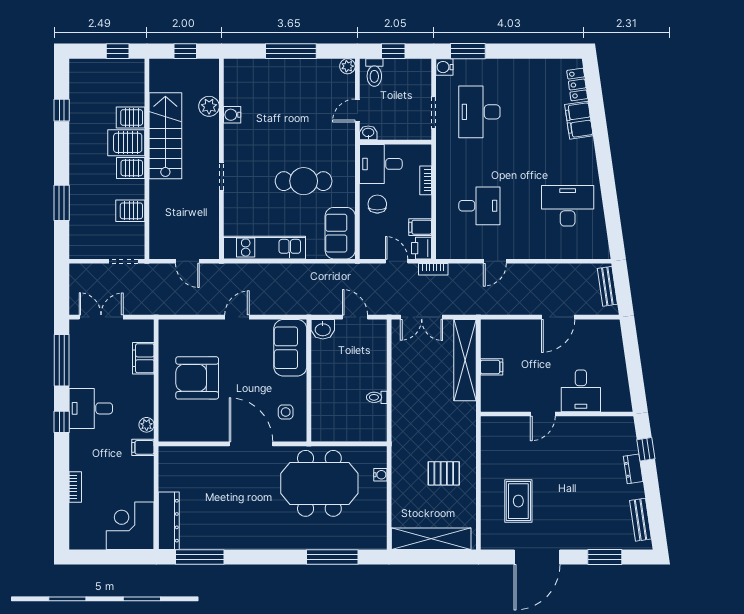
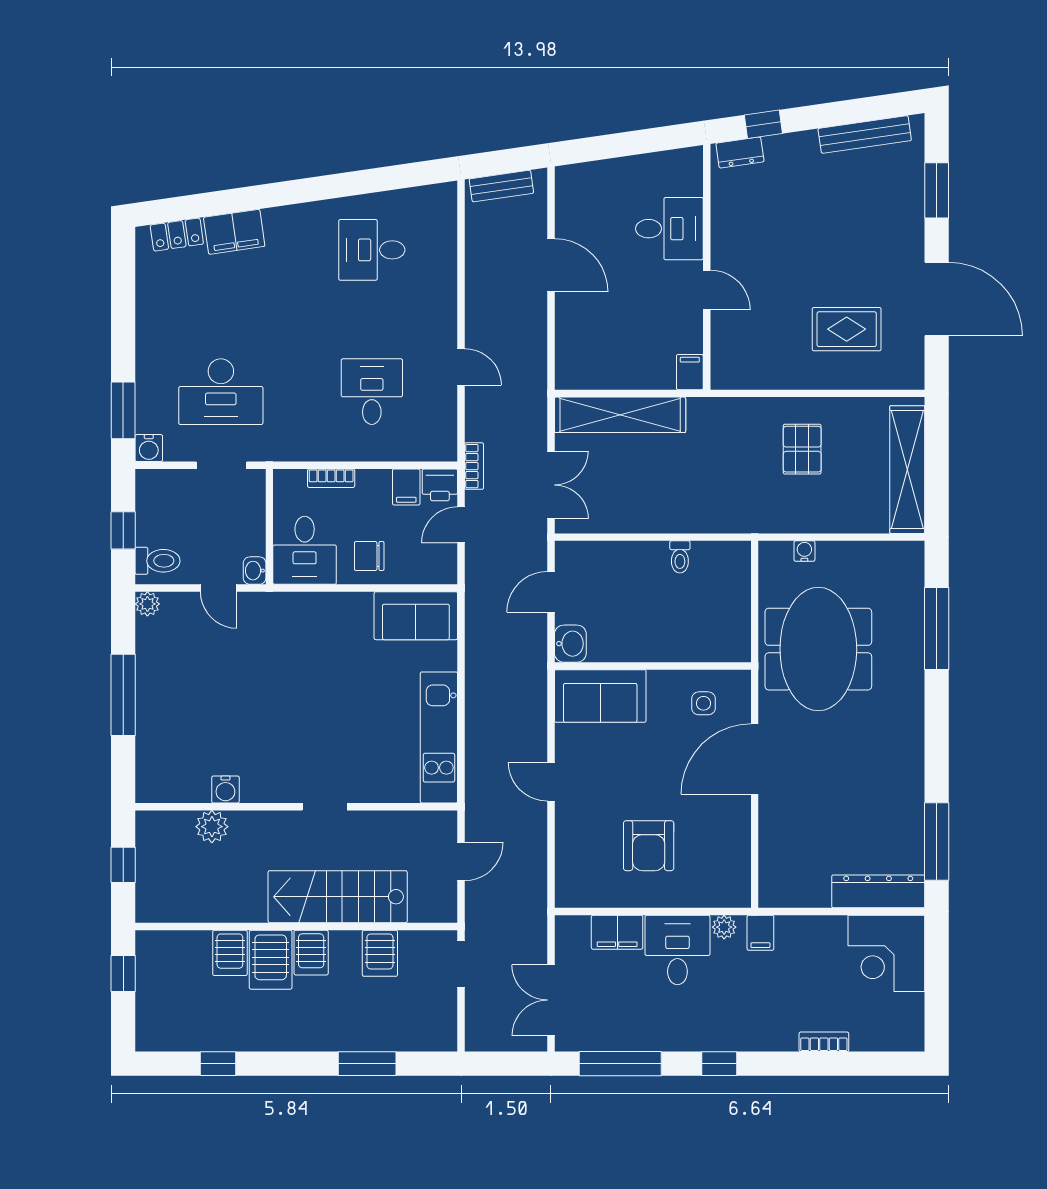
stairs: (165, 136) -> (338, 897), moved
cafe table: (304, 181) -> (332, 675), removed
desk: (568, 206) -> (372, 250), width x0.73
filing cabinet: (492, 367) -> (690, 372), moved
armchair: (197, 378) -> (649, 846), width x0.73, depth x0.73
desk: (91, 408) -> (677, 950), moved, turned 180
dresser: (633, 469) -> (740, 152), moved
bench: (640, 520) -> (865, 134), width x1.36

